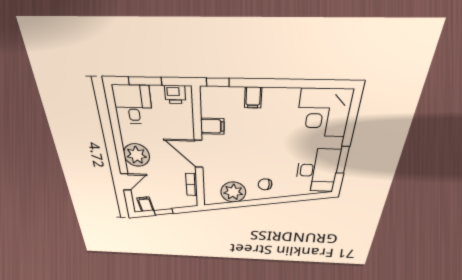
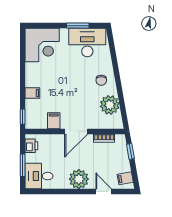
window: (164, 212) -> (130, 151), moved

